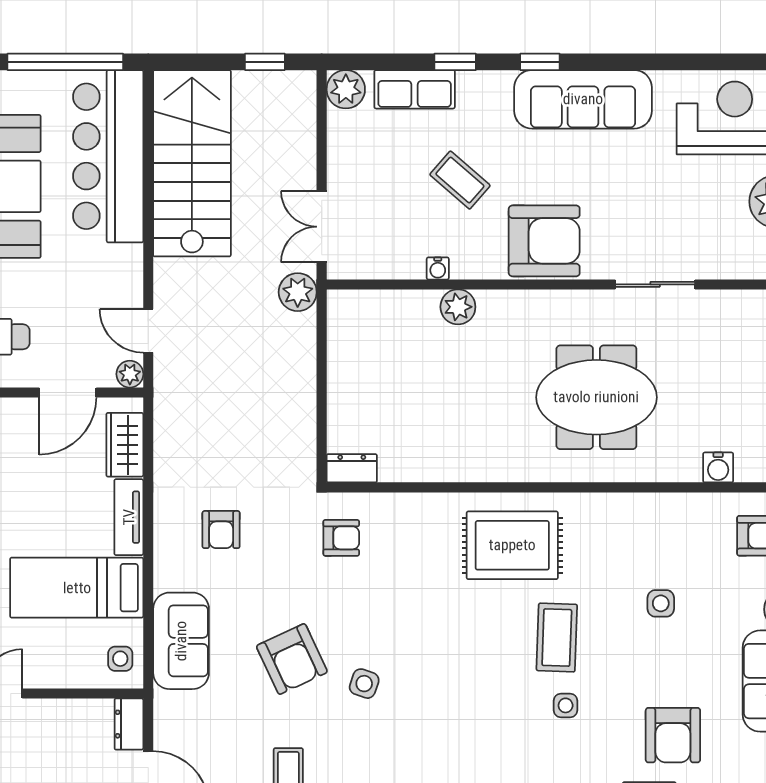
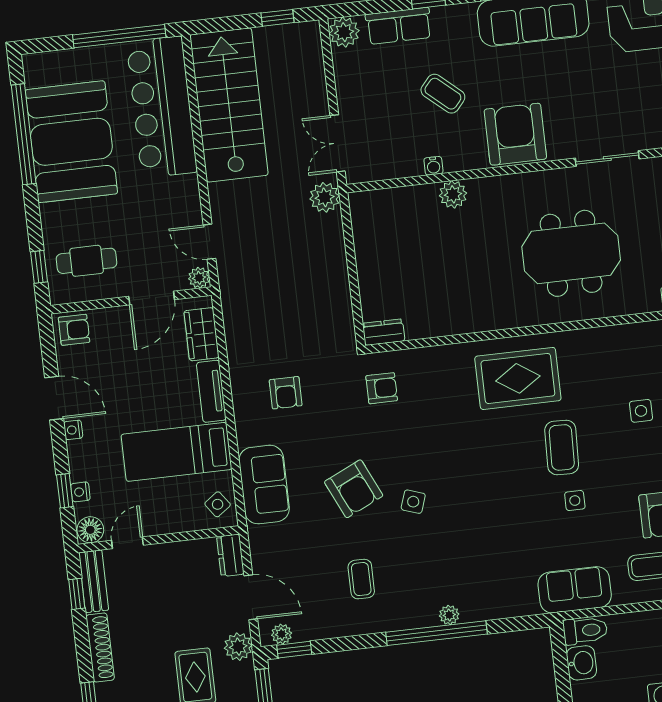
armchair: (544, 241) -> (515, 134), turned -90
side table: (120, 659) -> (218, 504), turned -36

